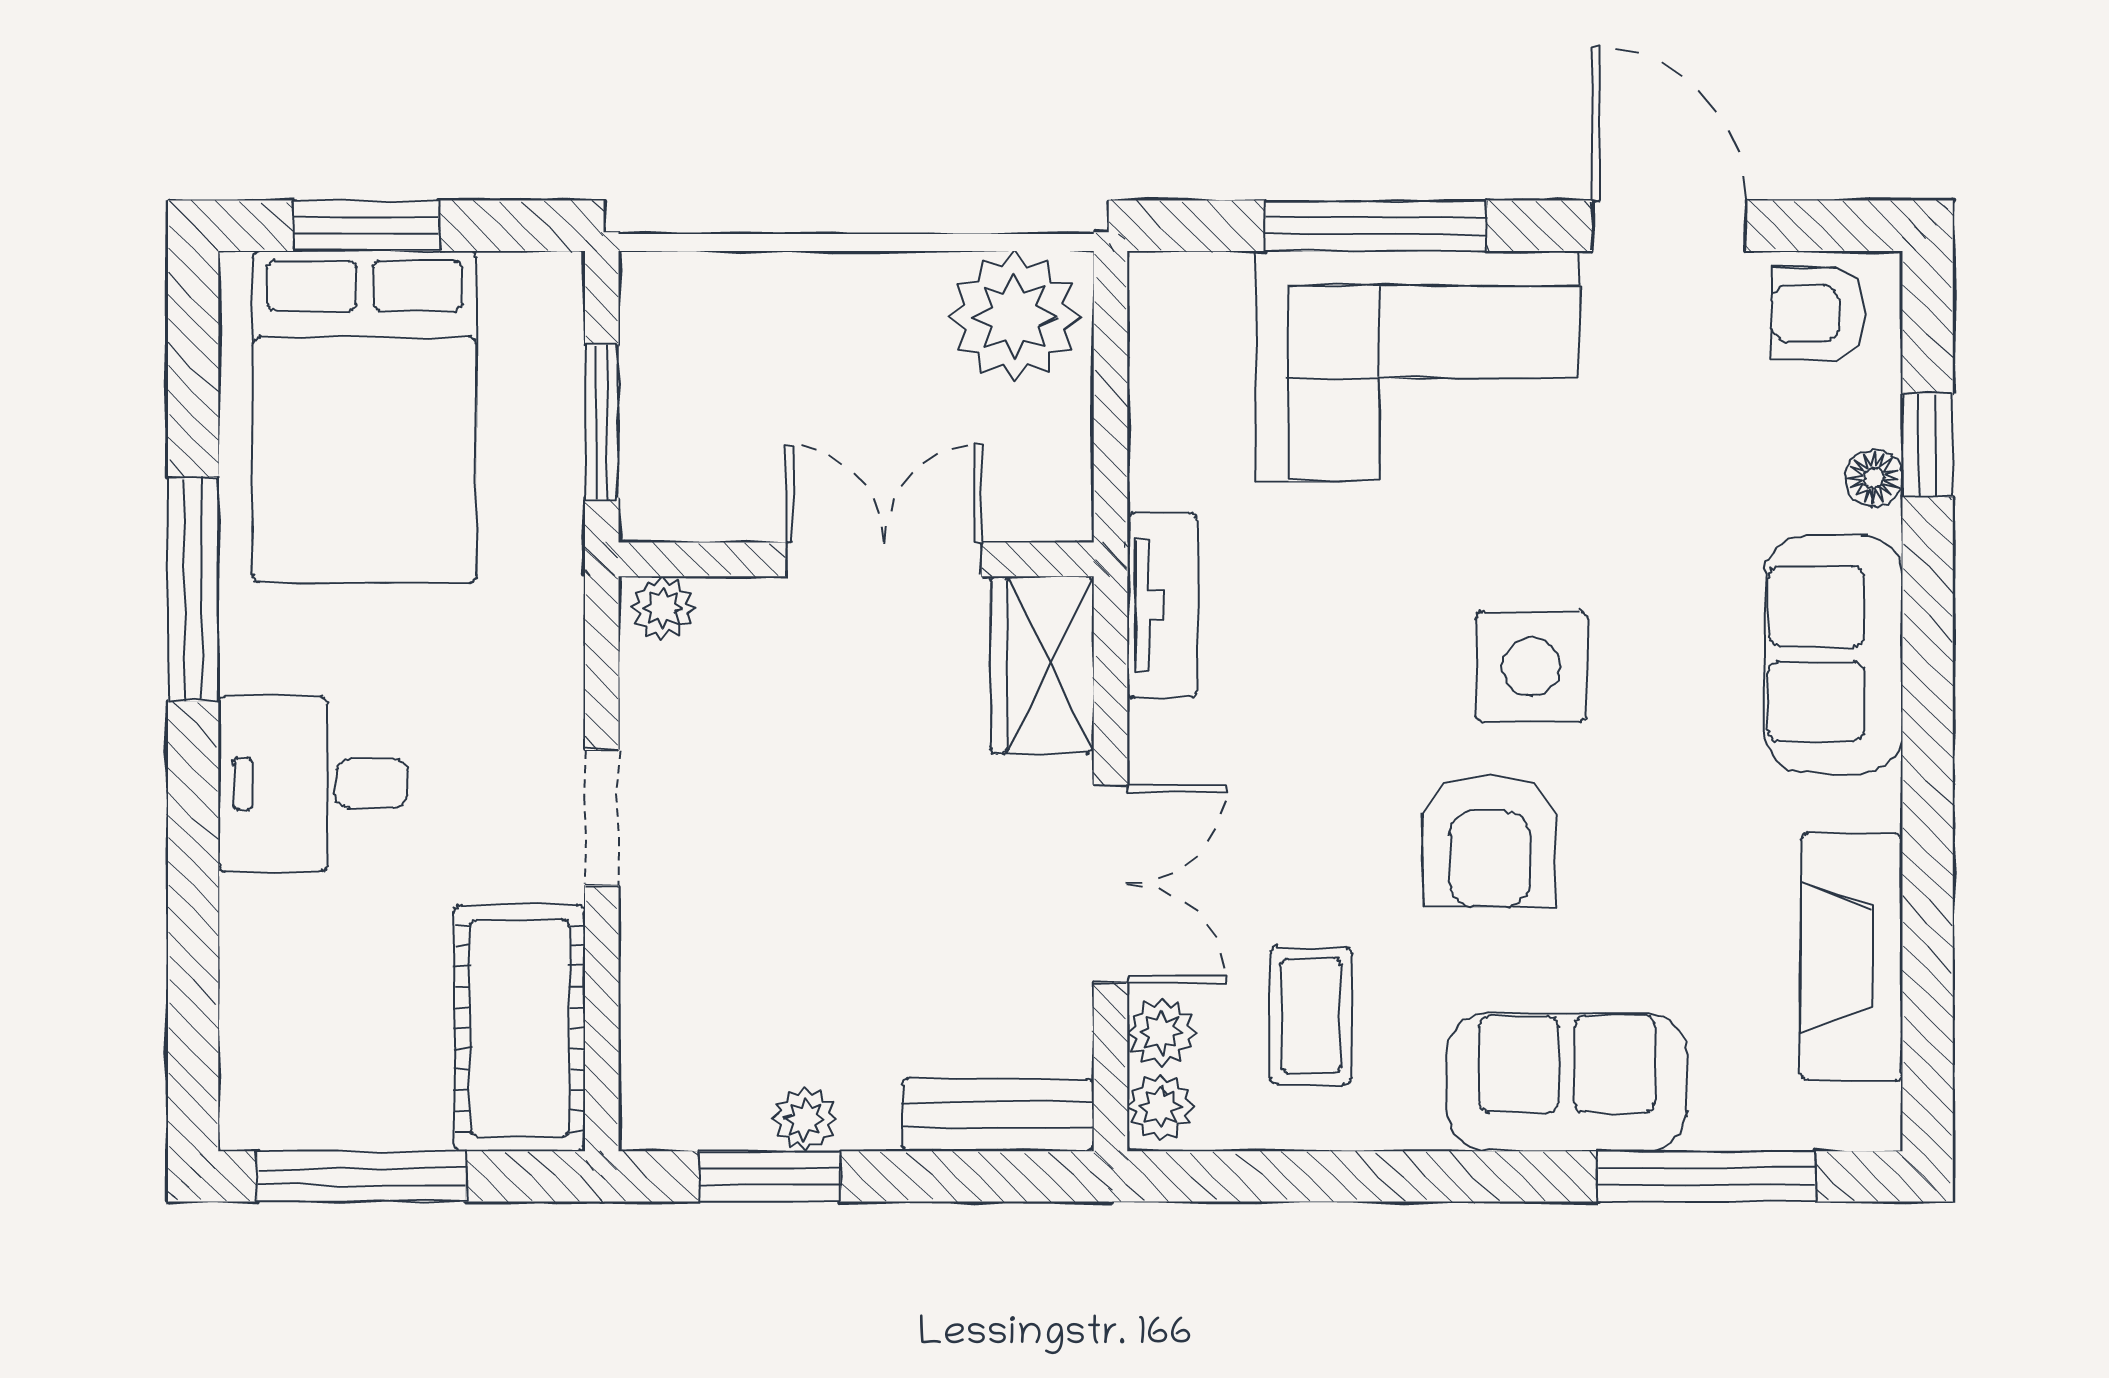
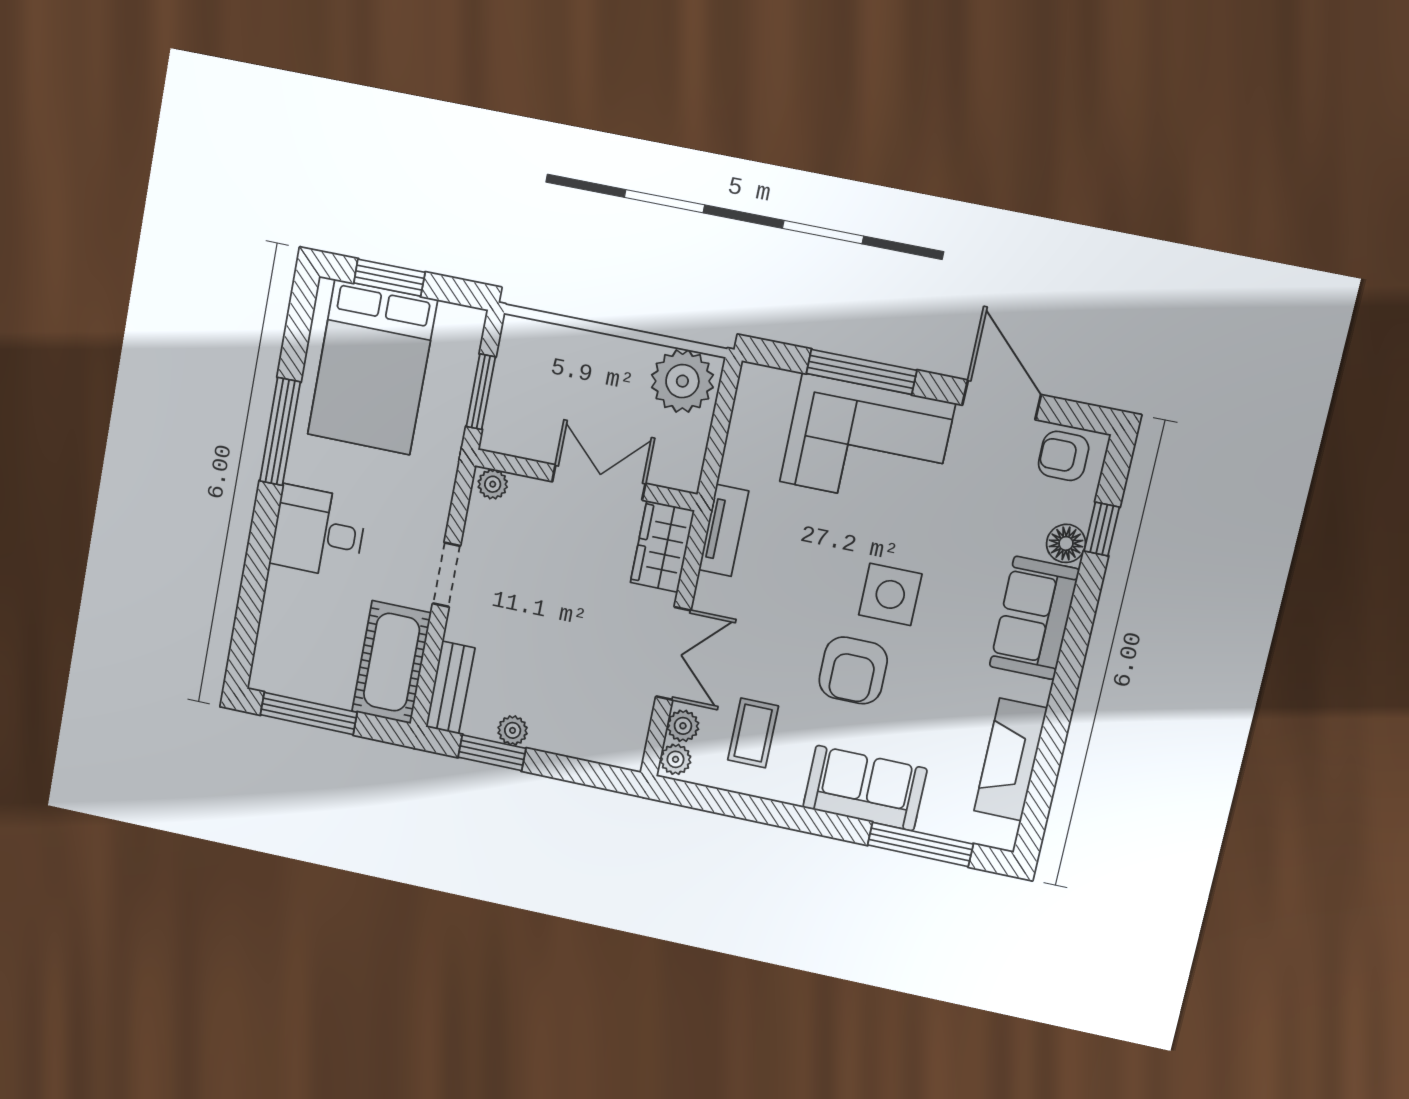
floor lamp: (1874, 478) -> (1066, 543), width x1.37, depth x1.37
bench: (998, 1115) -> (450, 688), moved, turned 90

